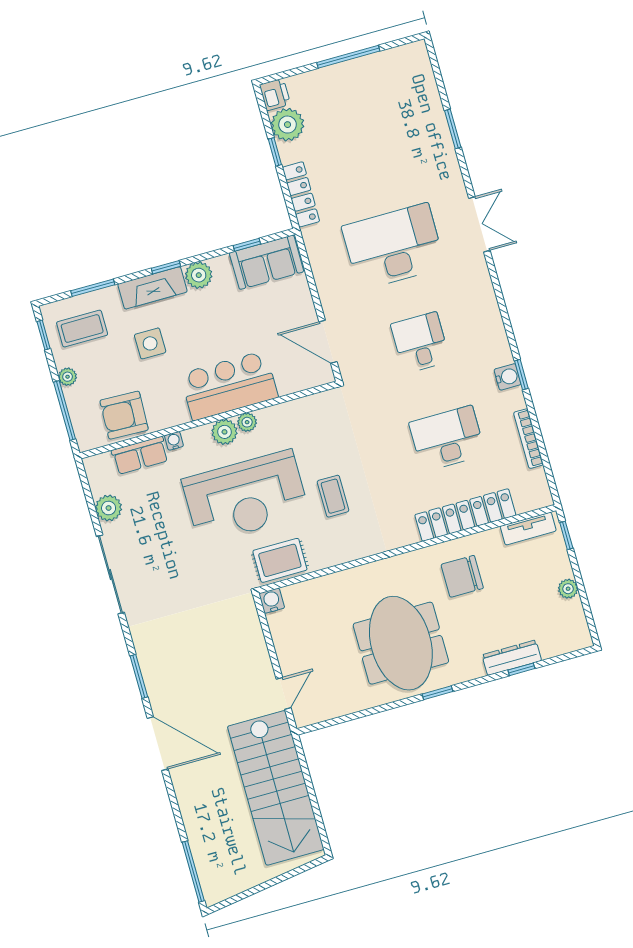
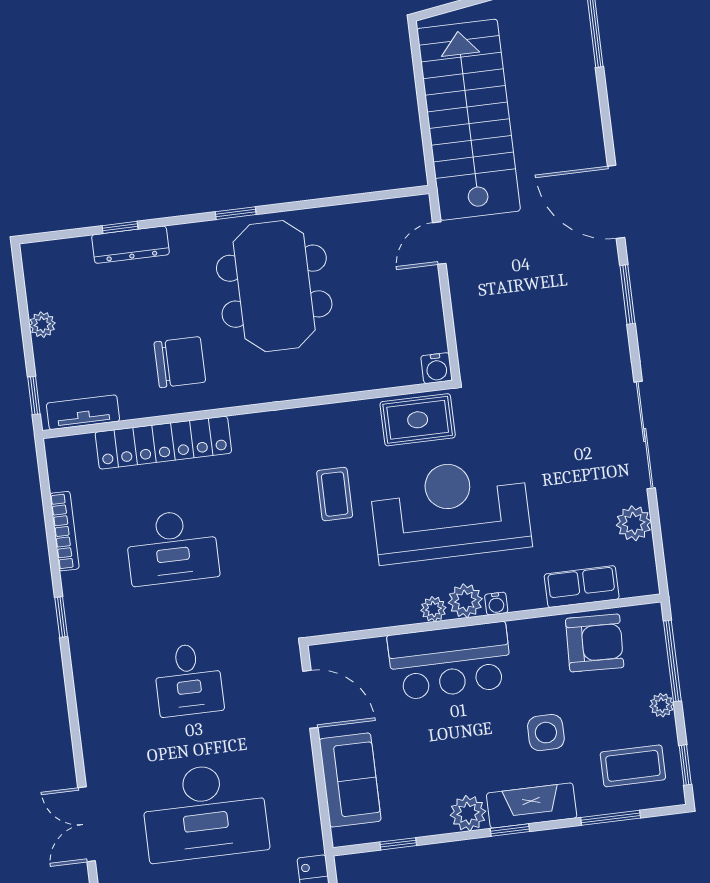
sofa: (267, 262) -> (350, 780), moved, turned 90
water cooler: (508, 377) -> (80, 617), removed
water cooler: (174, 441) -> (496, 604), moved

